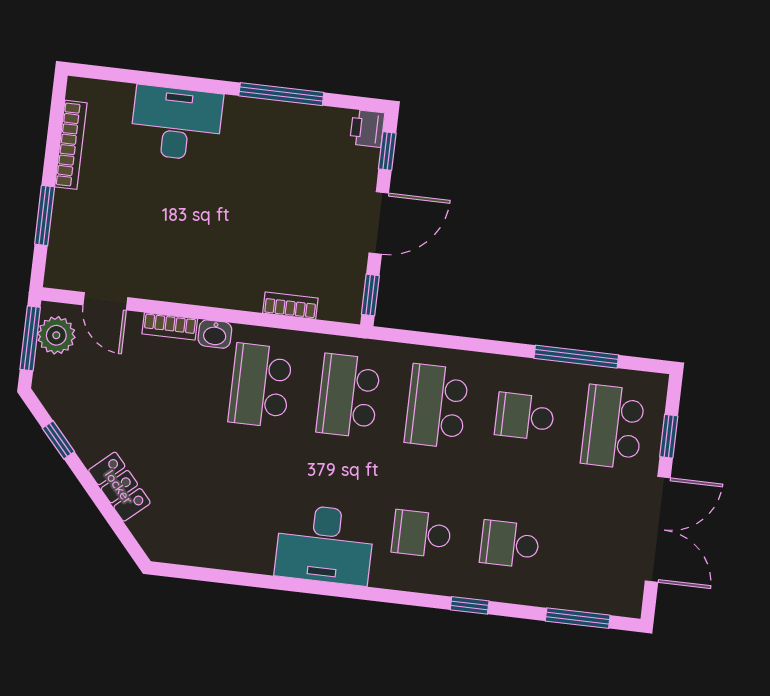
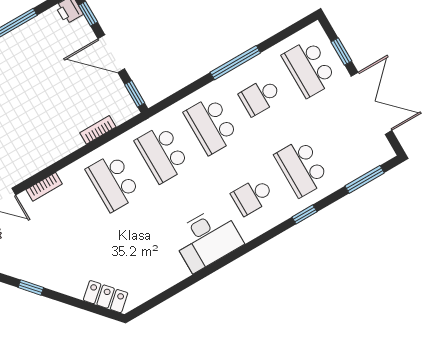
door: (379, 223) -> (111, 54), swing flipped
washbasin: (215, 334) -> (70, 173), removed
window: (576, 357) -> (235, 63), moved
locker: (119, 487) -> (106, 297), moved
school desk: (510, 544) -> (302, 168), width x1.85

